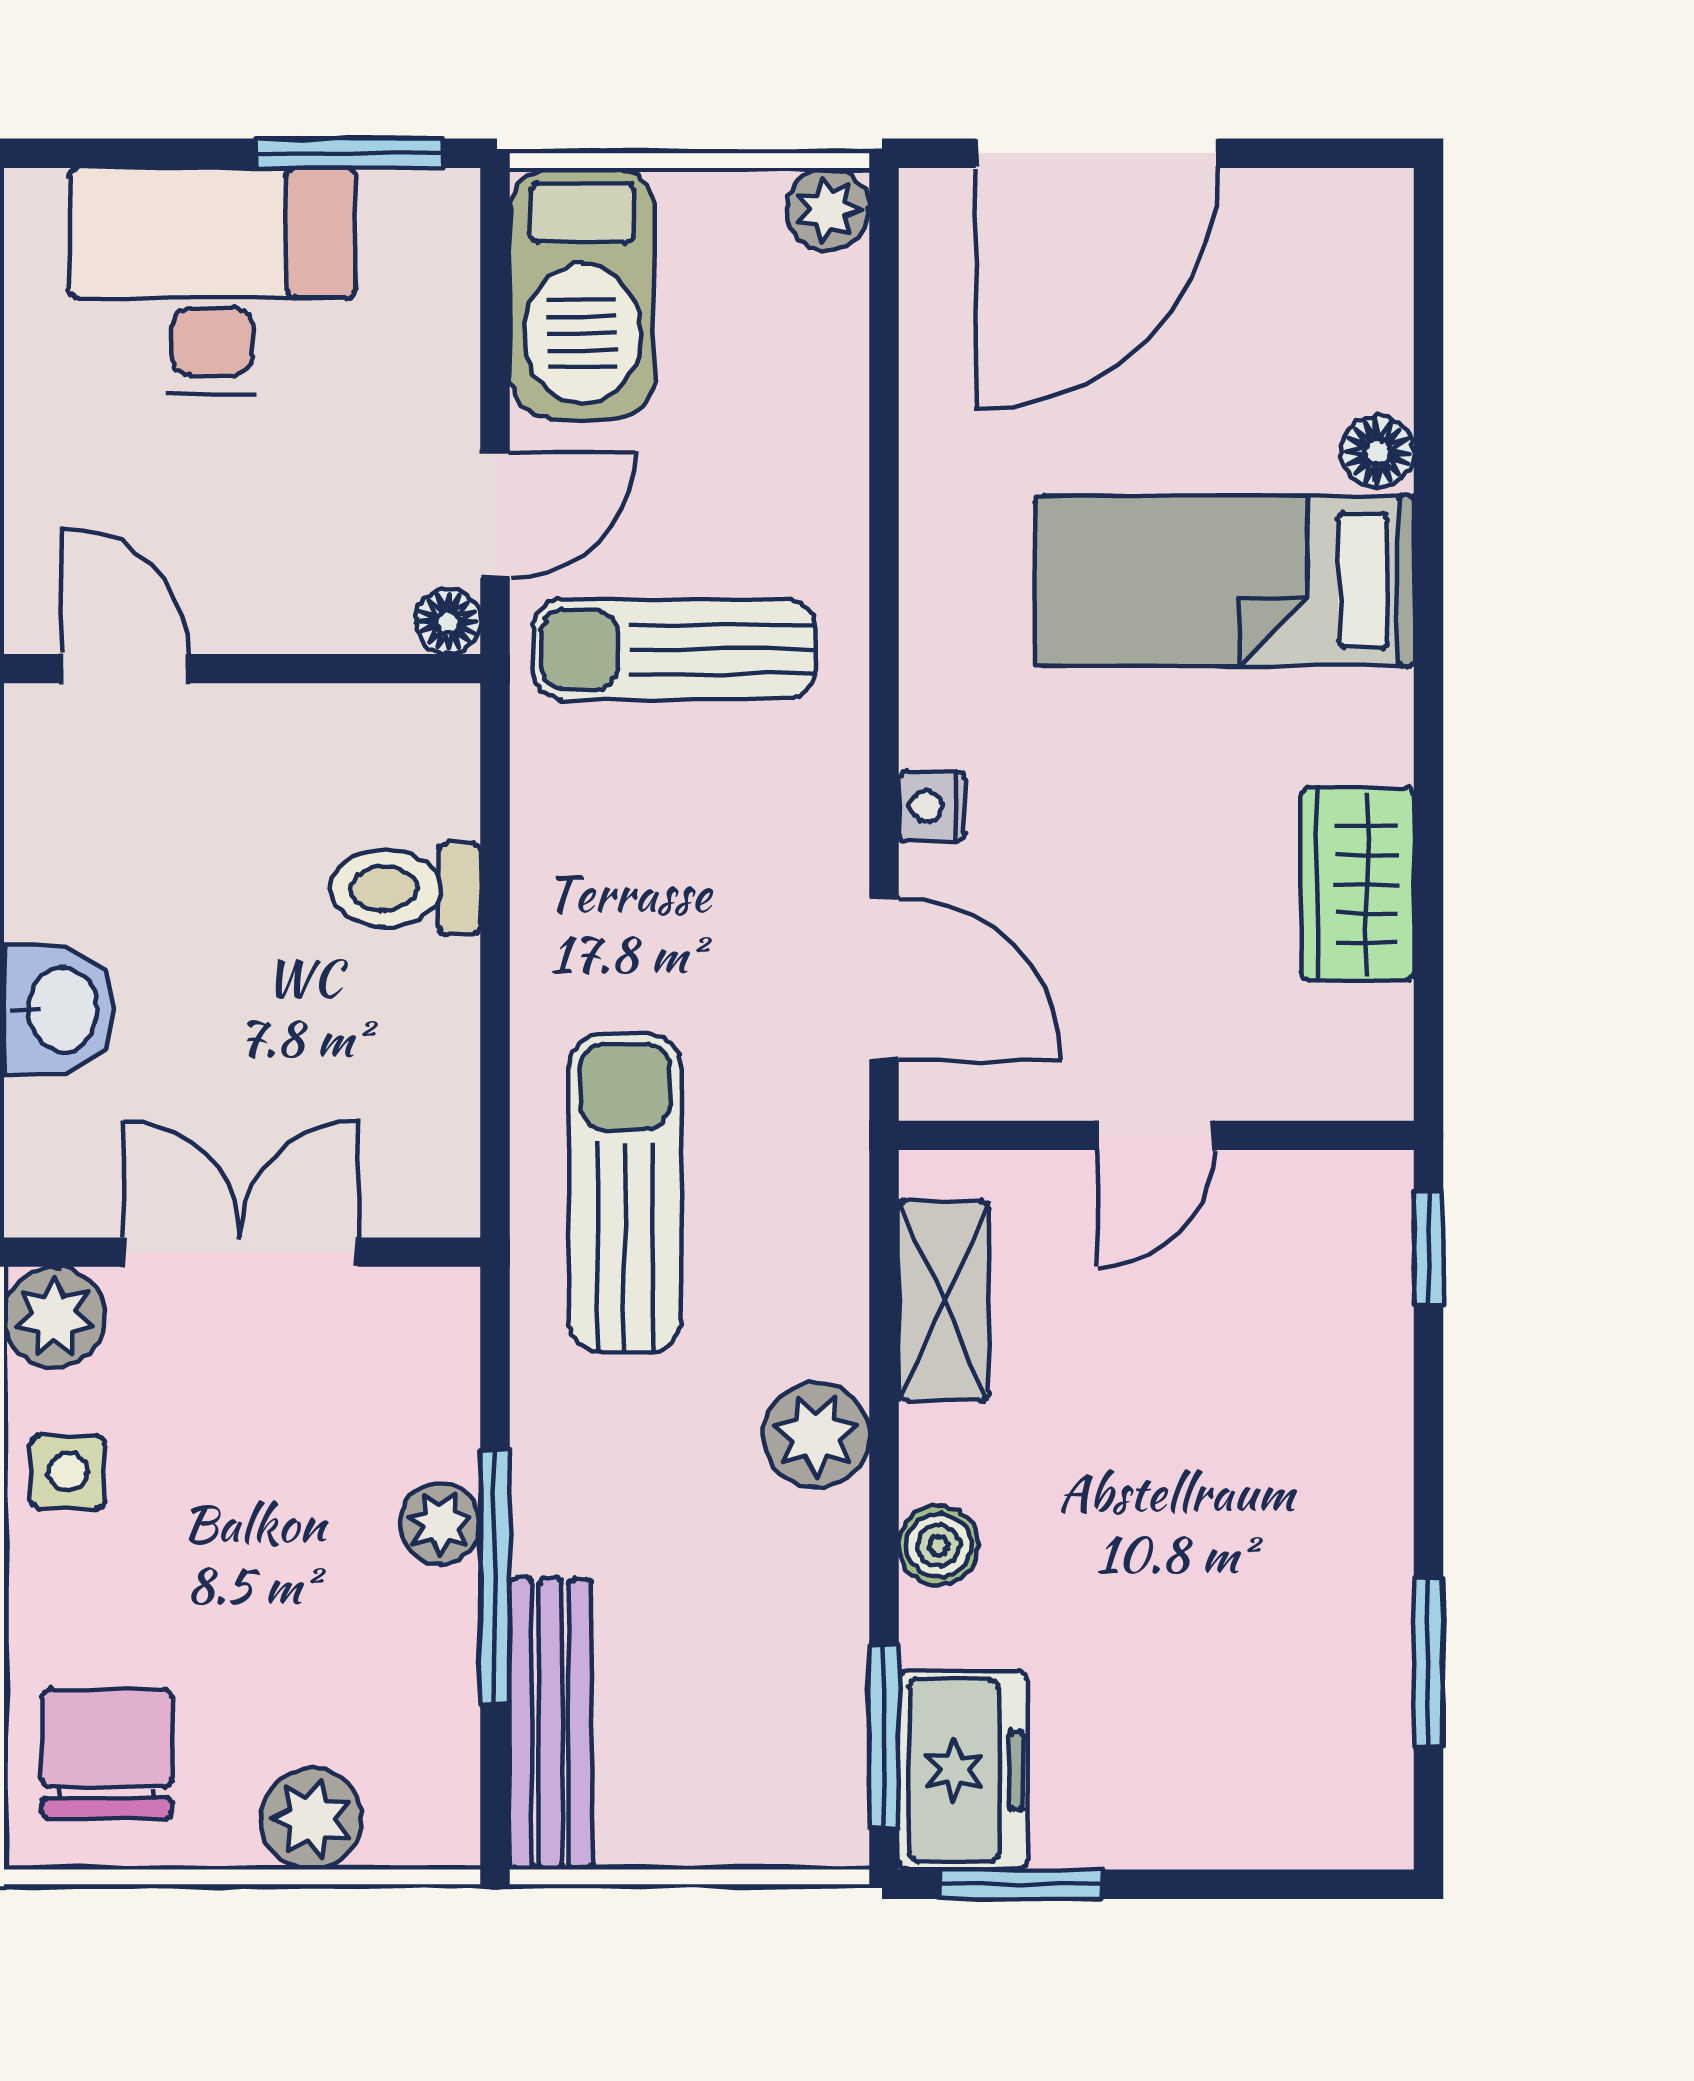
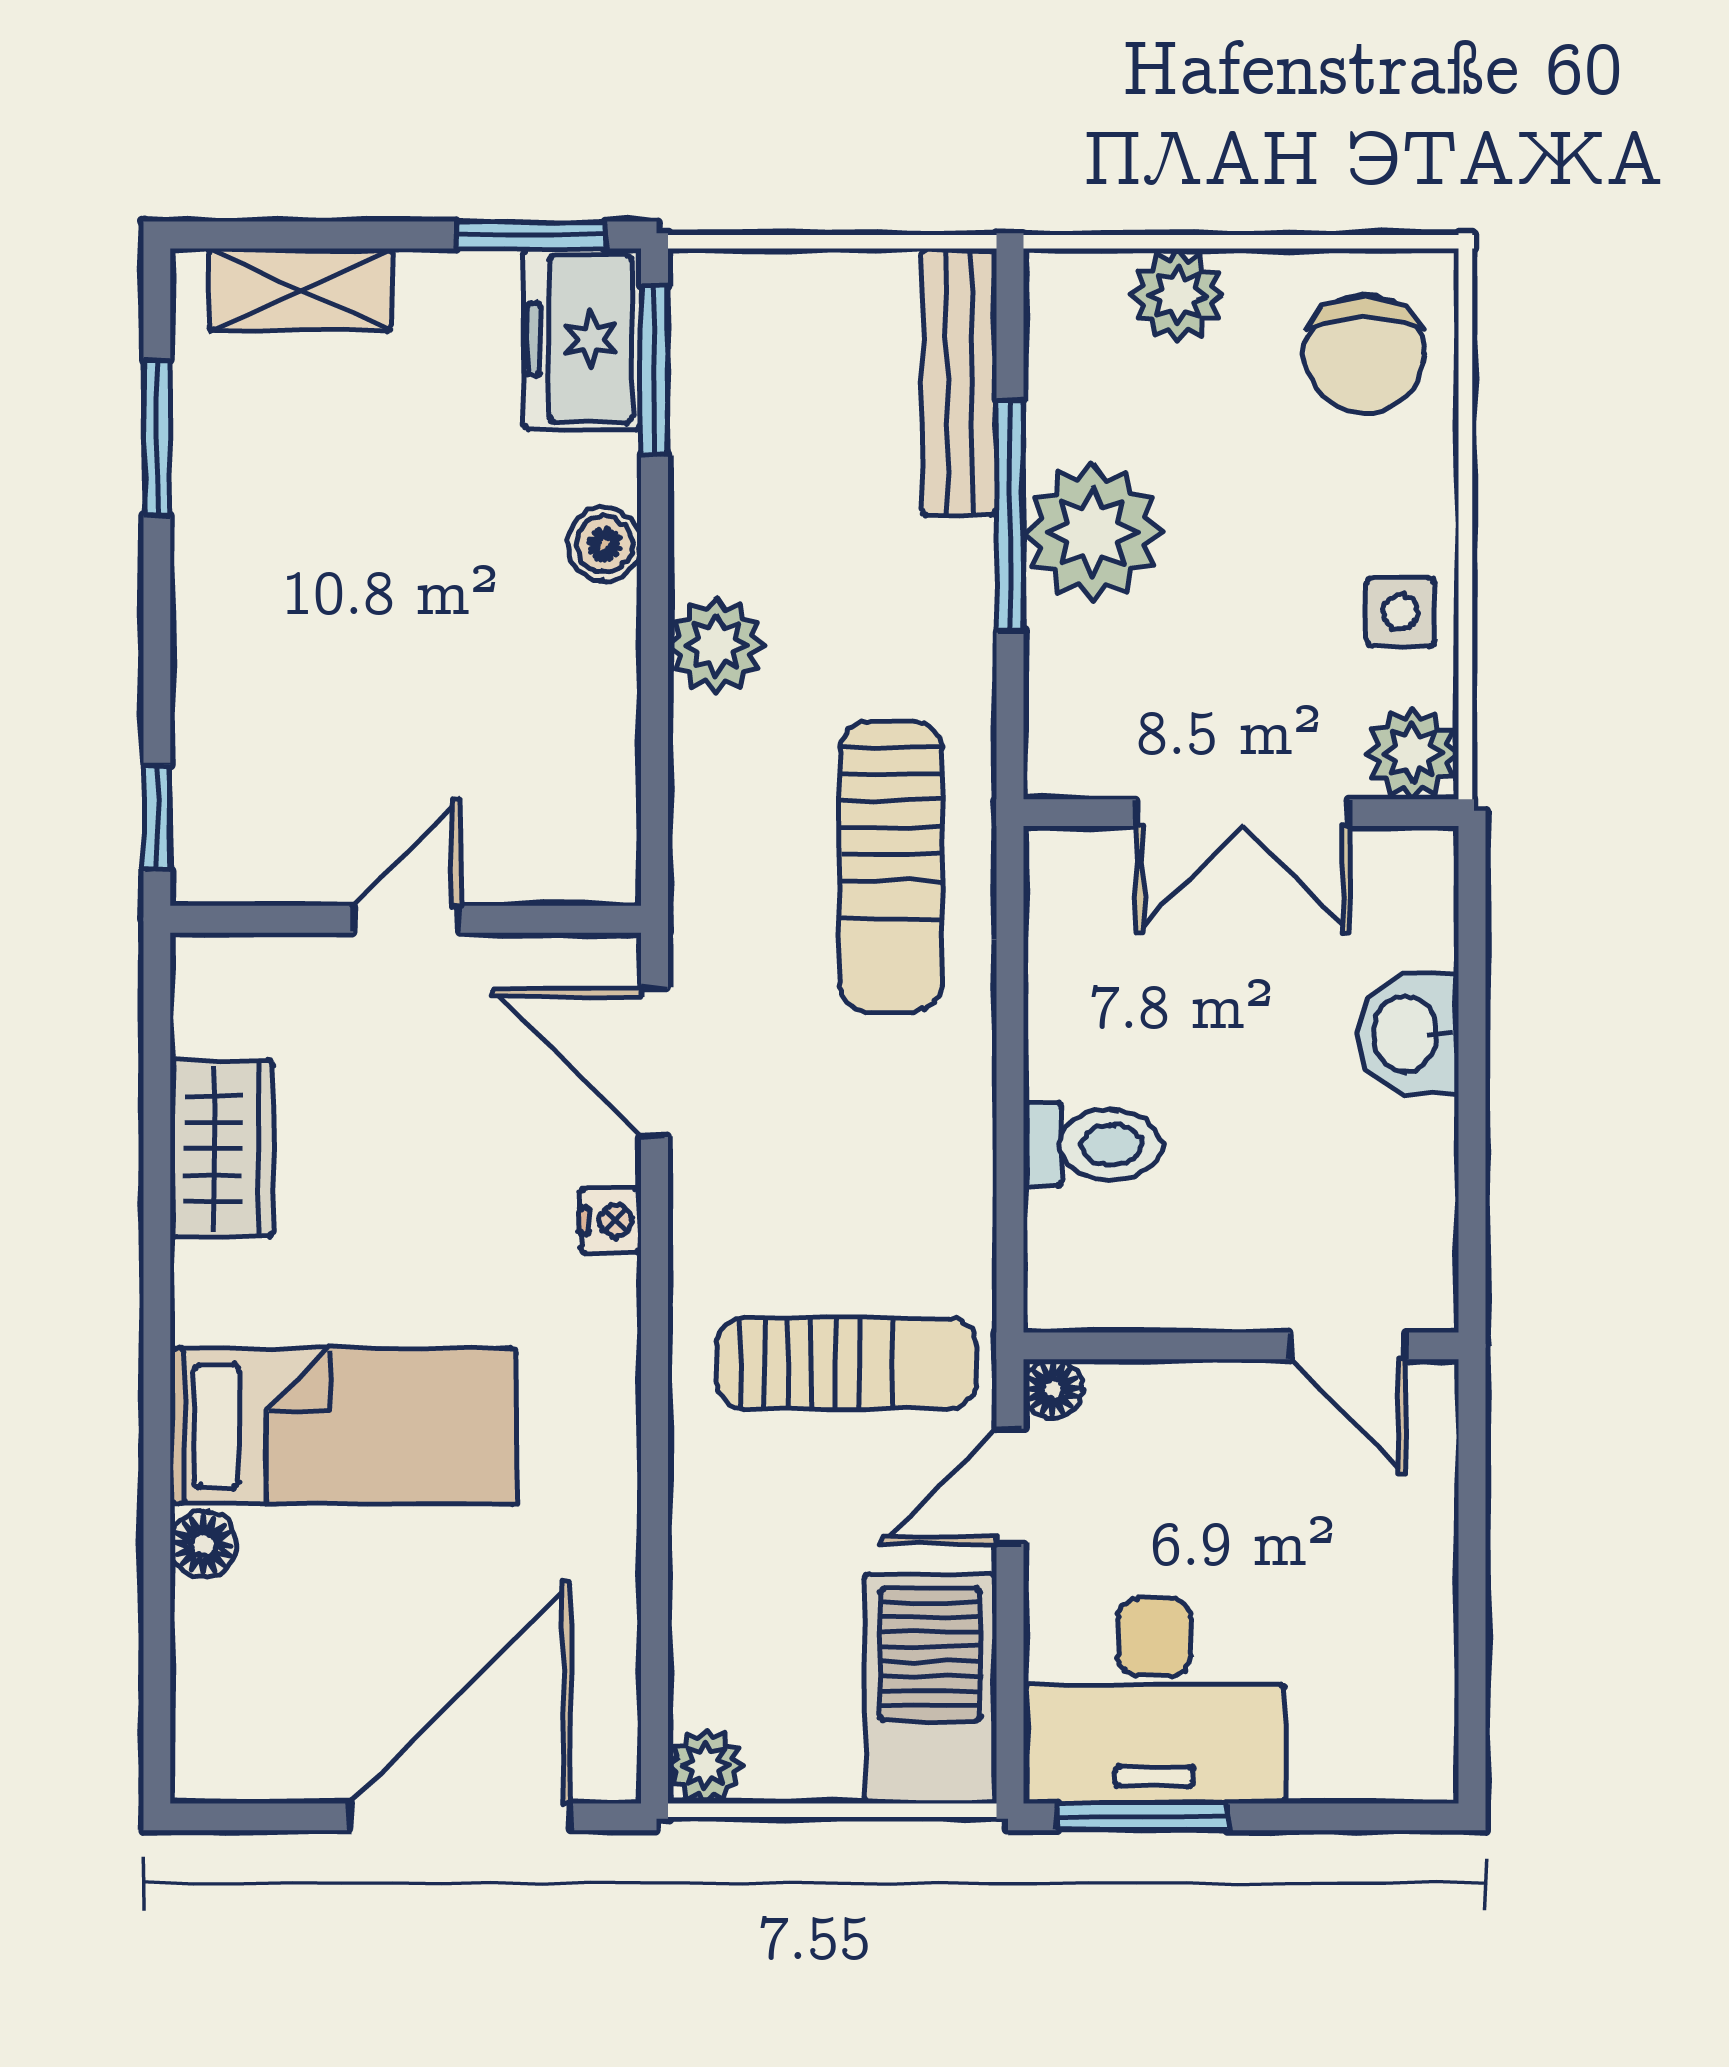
desk: (212, 280) -> (1154, 1701), moved
shelving: (944, 1300) -> (300, 290), moved, turned 90
plant: (440, 1524) -> (1093, 532), width x1.88, depth x1.88

